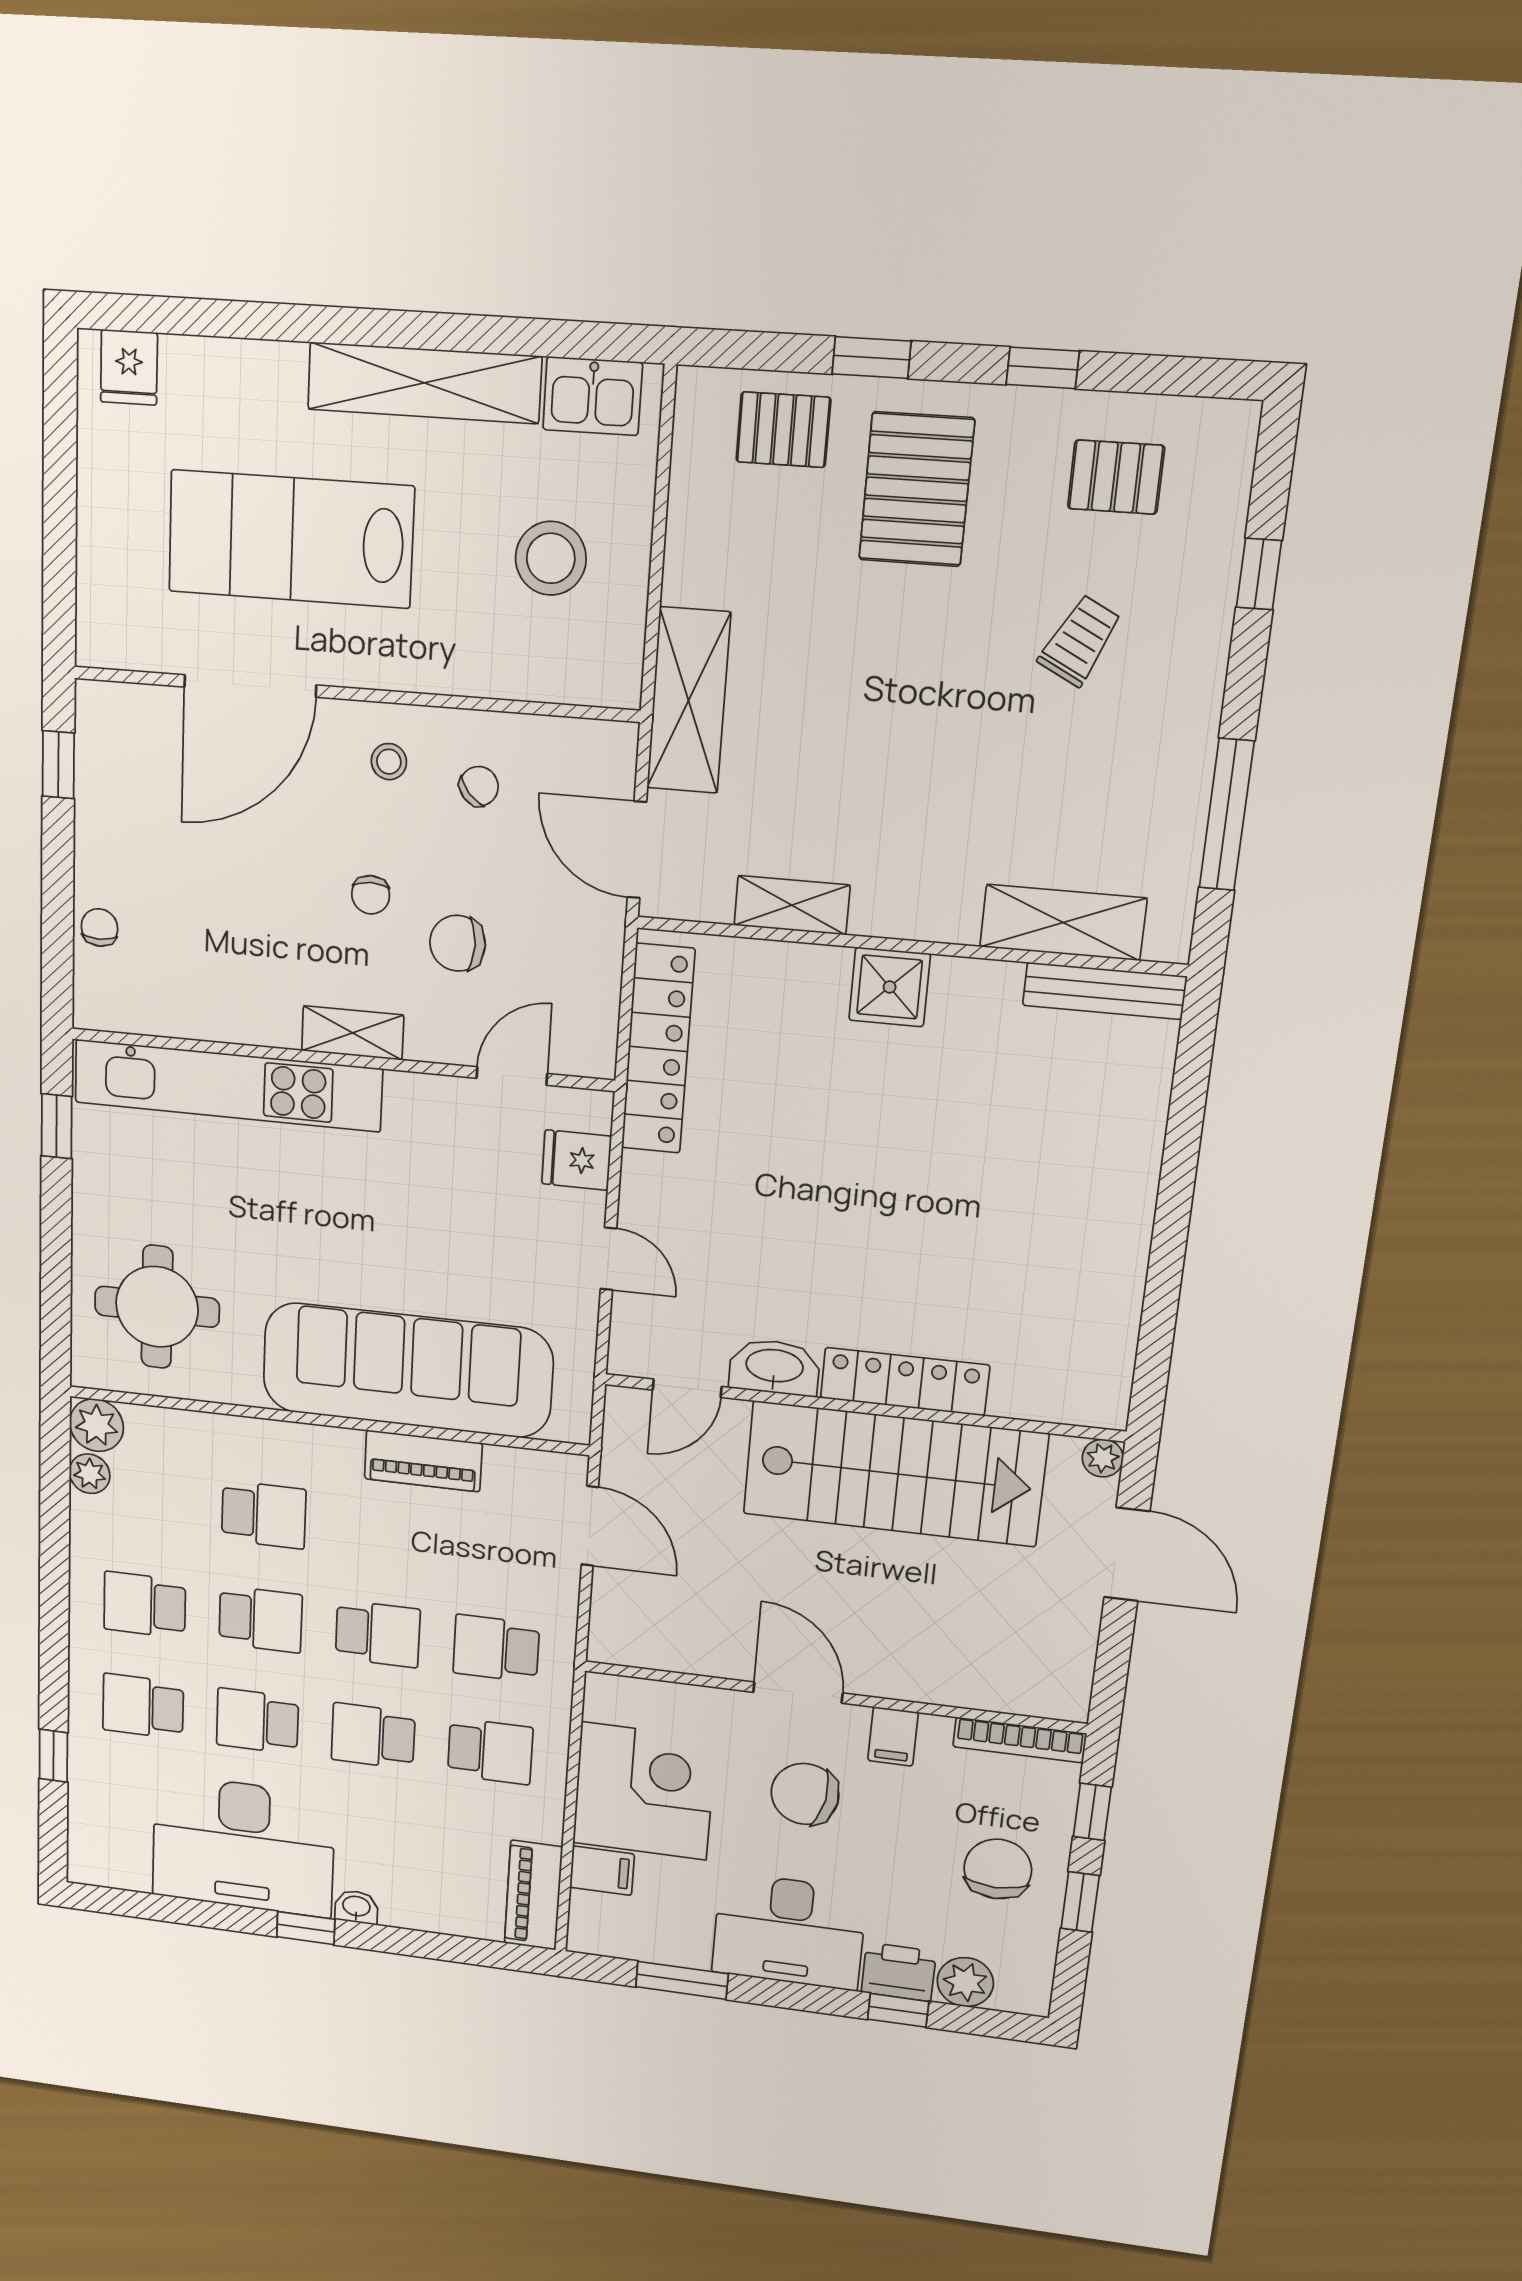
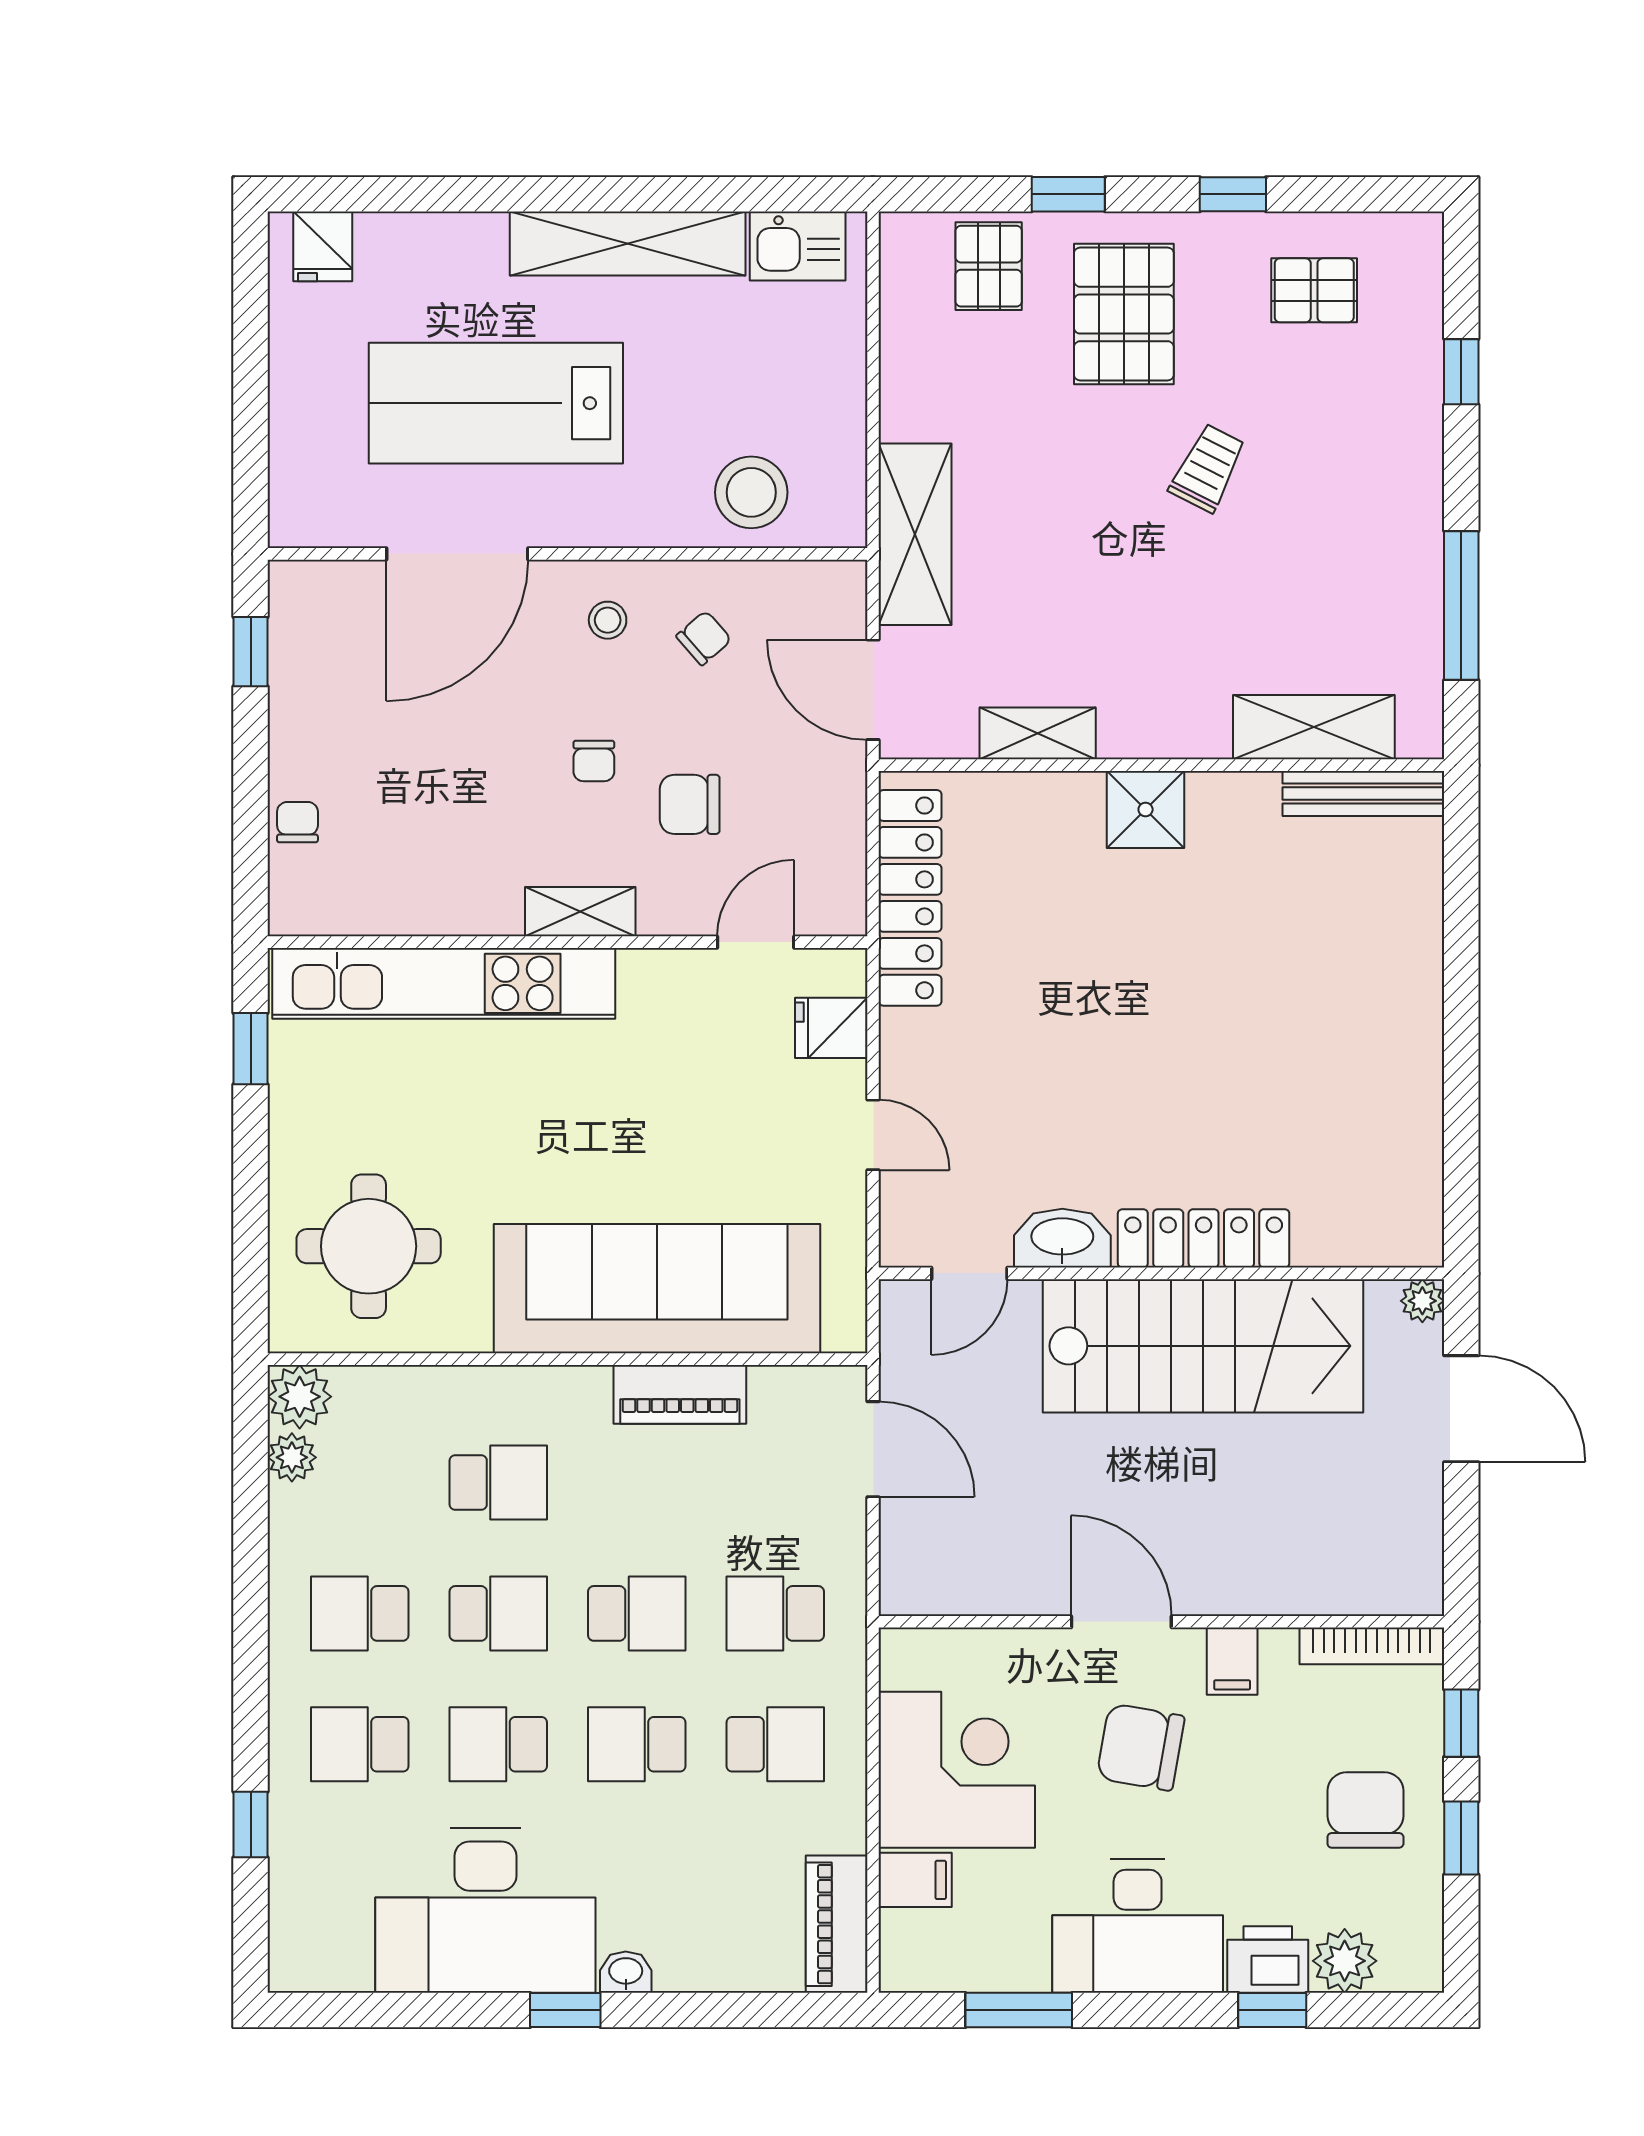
pallet: (783, 430) -> (989, 266), turned 90
stool: (551, 558) -> (751, 492), moved
trolley: (1080, 641) -> (1208, 468), moved

